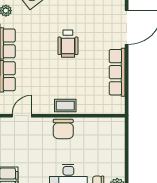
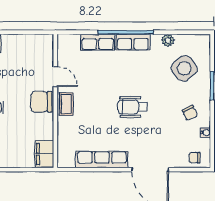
door: (22, 116) -> (55, 77), moved
filing cabinet: (112, 126) -> (44, 154), added

